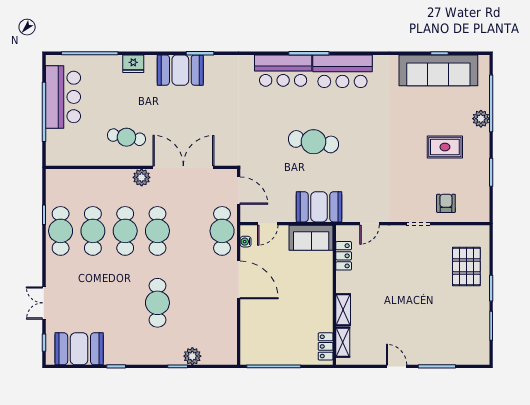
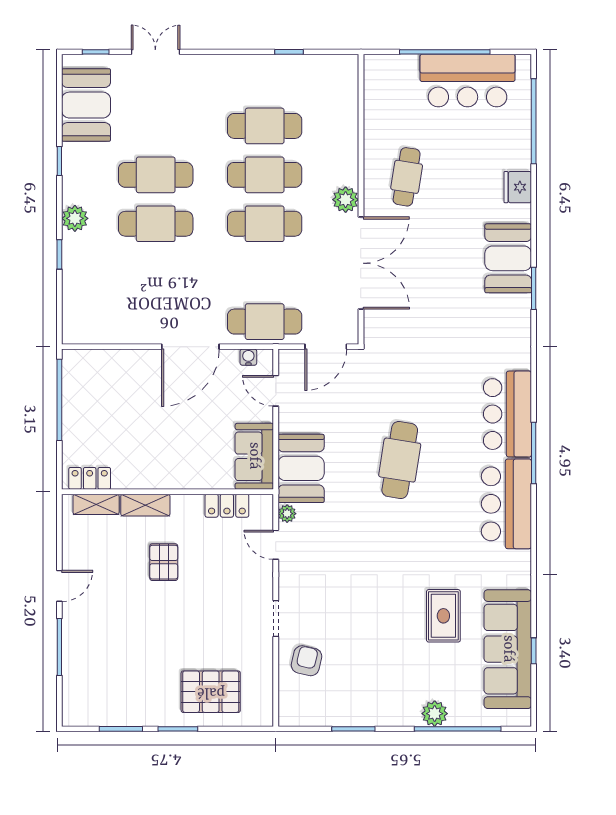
rug: (445, 147) -> (443, 616), moved
armchair: (446, 203) -> (306, 661), turned -77
plant: (349, 216) -> (287, 514), added
cafe table: (61, 231) -> (156, 175), moved
pallet: (381, 298) -> (164, 562), added
plant: (192, 356) -> (75, 218), moved

